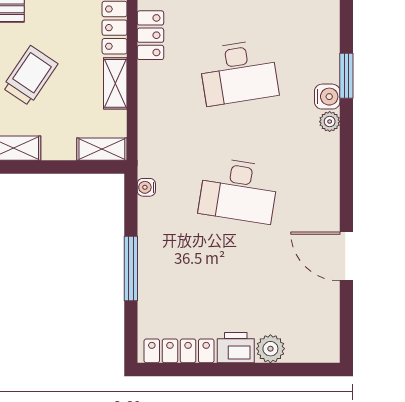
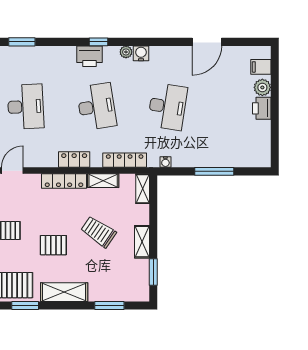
printer: (322, 61) -> (89, 56), added
window: (346, 76) -> (98, 42), width x0.67
water cooler: (327, 97) -> (141, 53), moved
filing cabinet: (305, 346) -> (261, 67), added
locker: (179, 351) -> (125, 160), moved, turned 90

